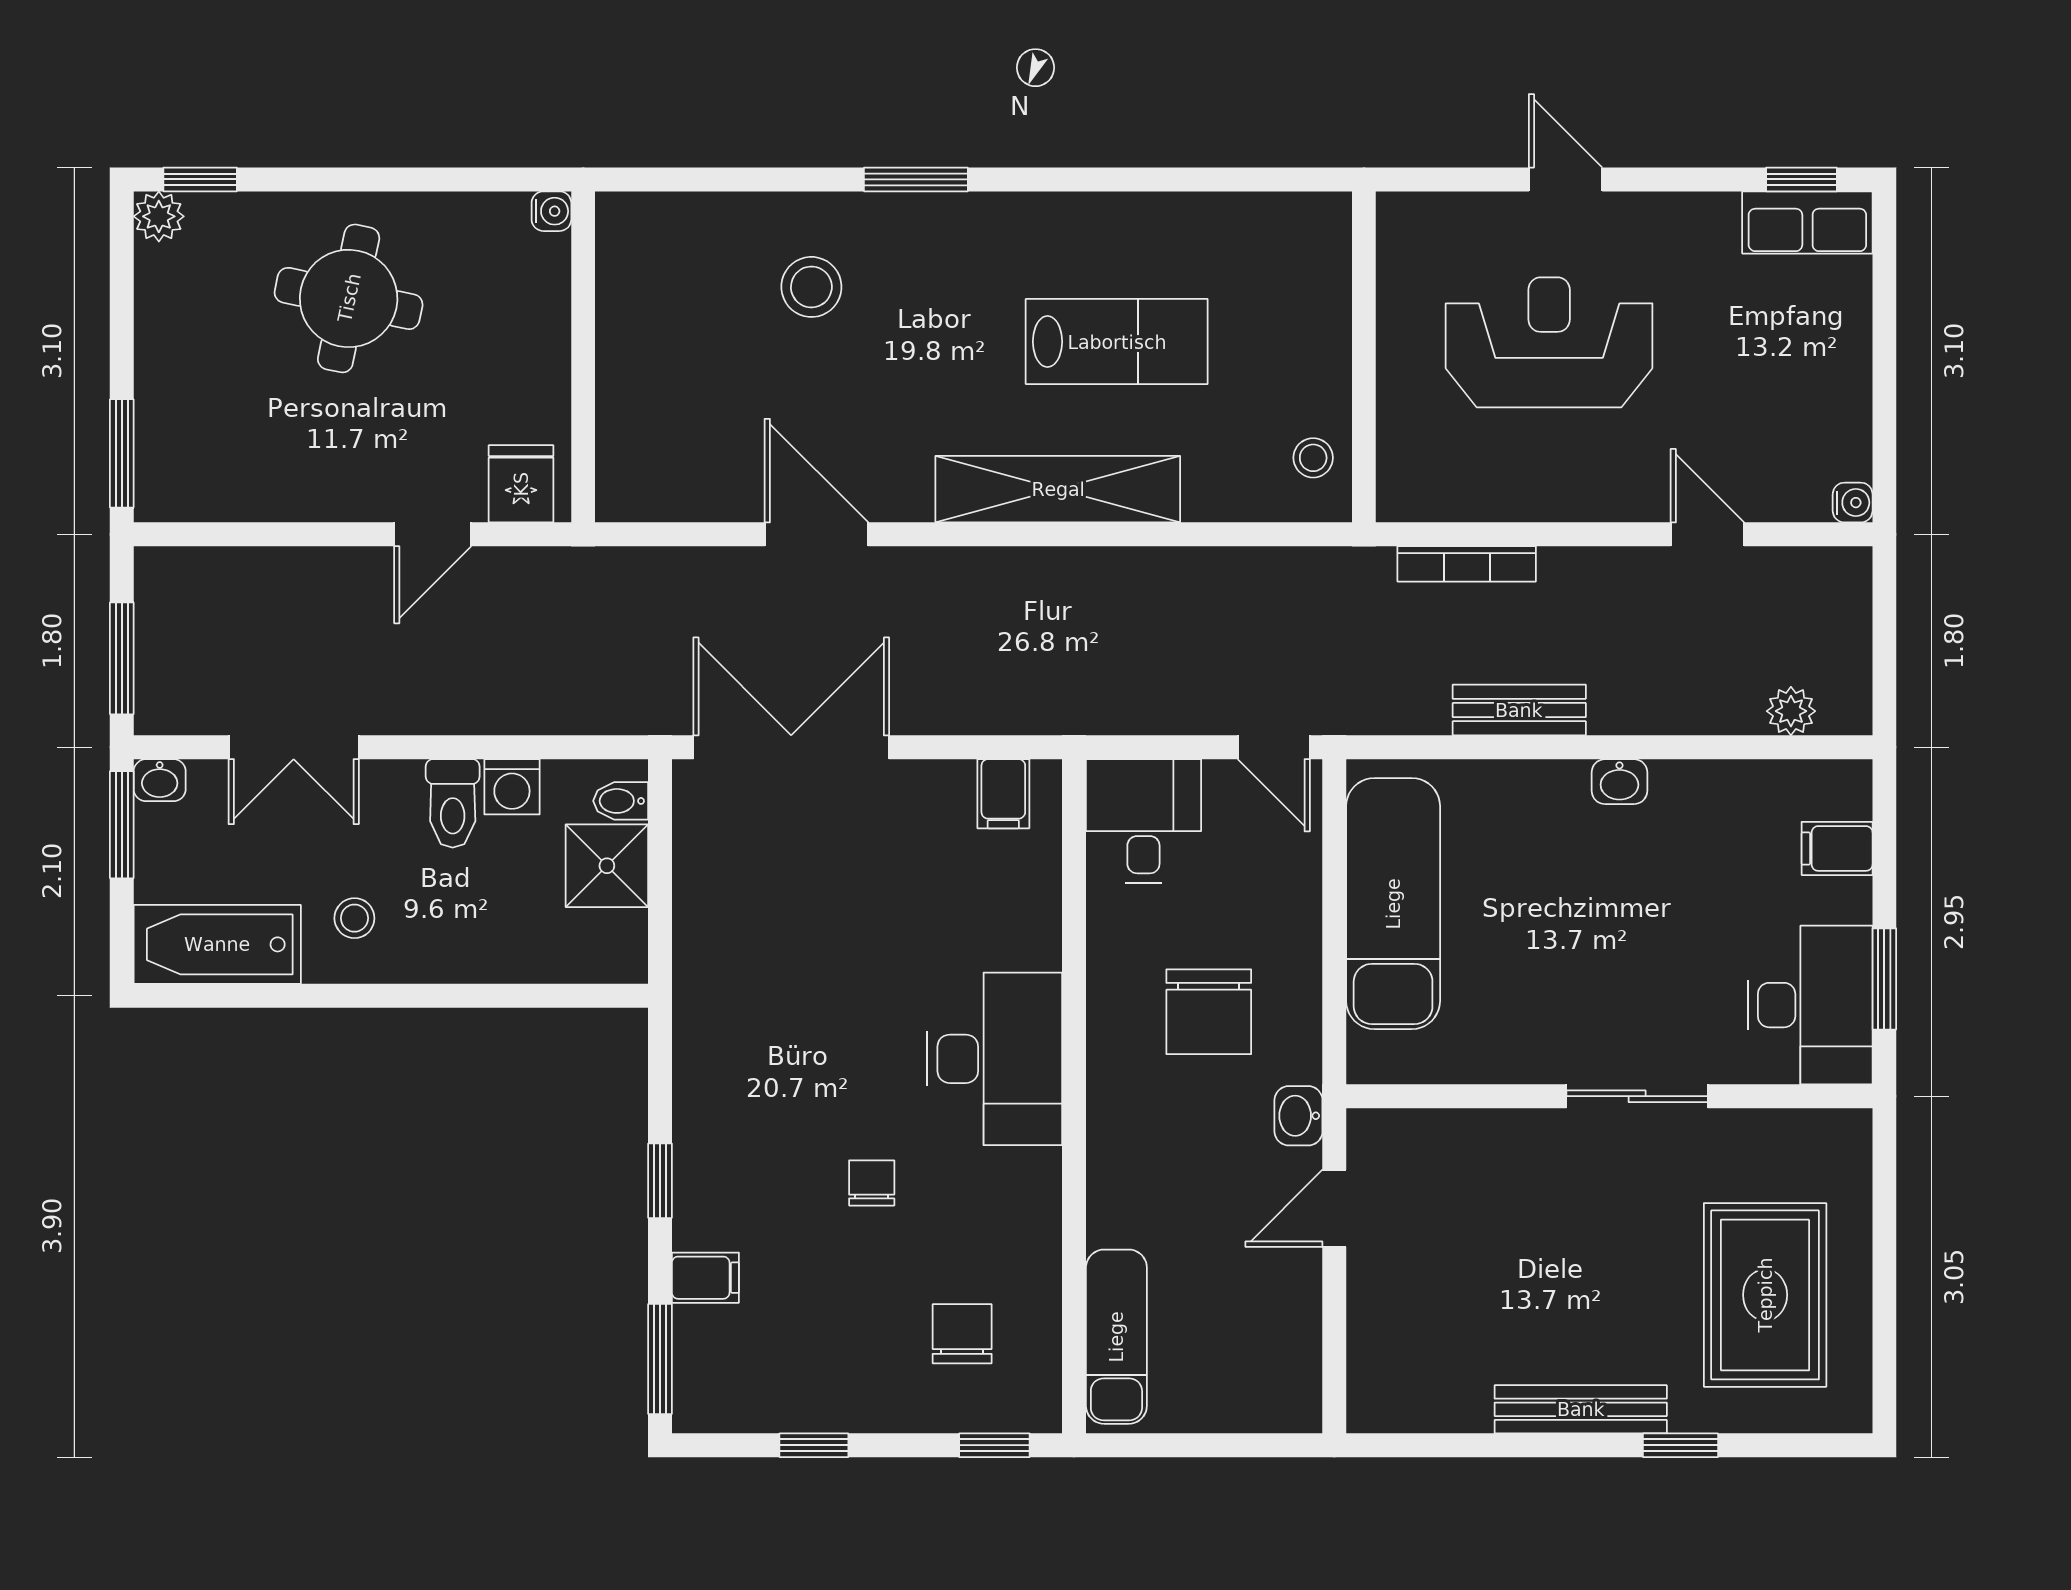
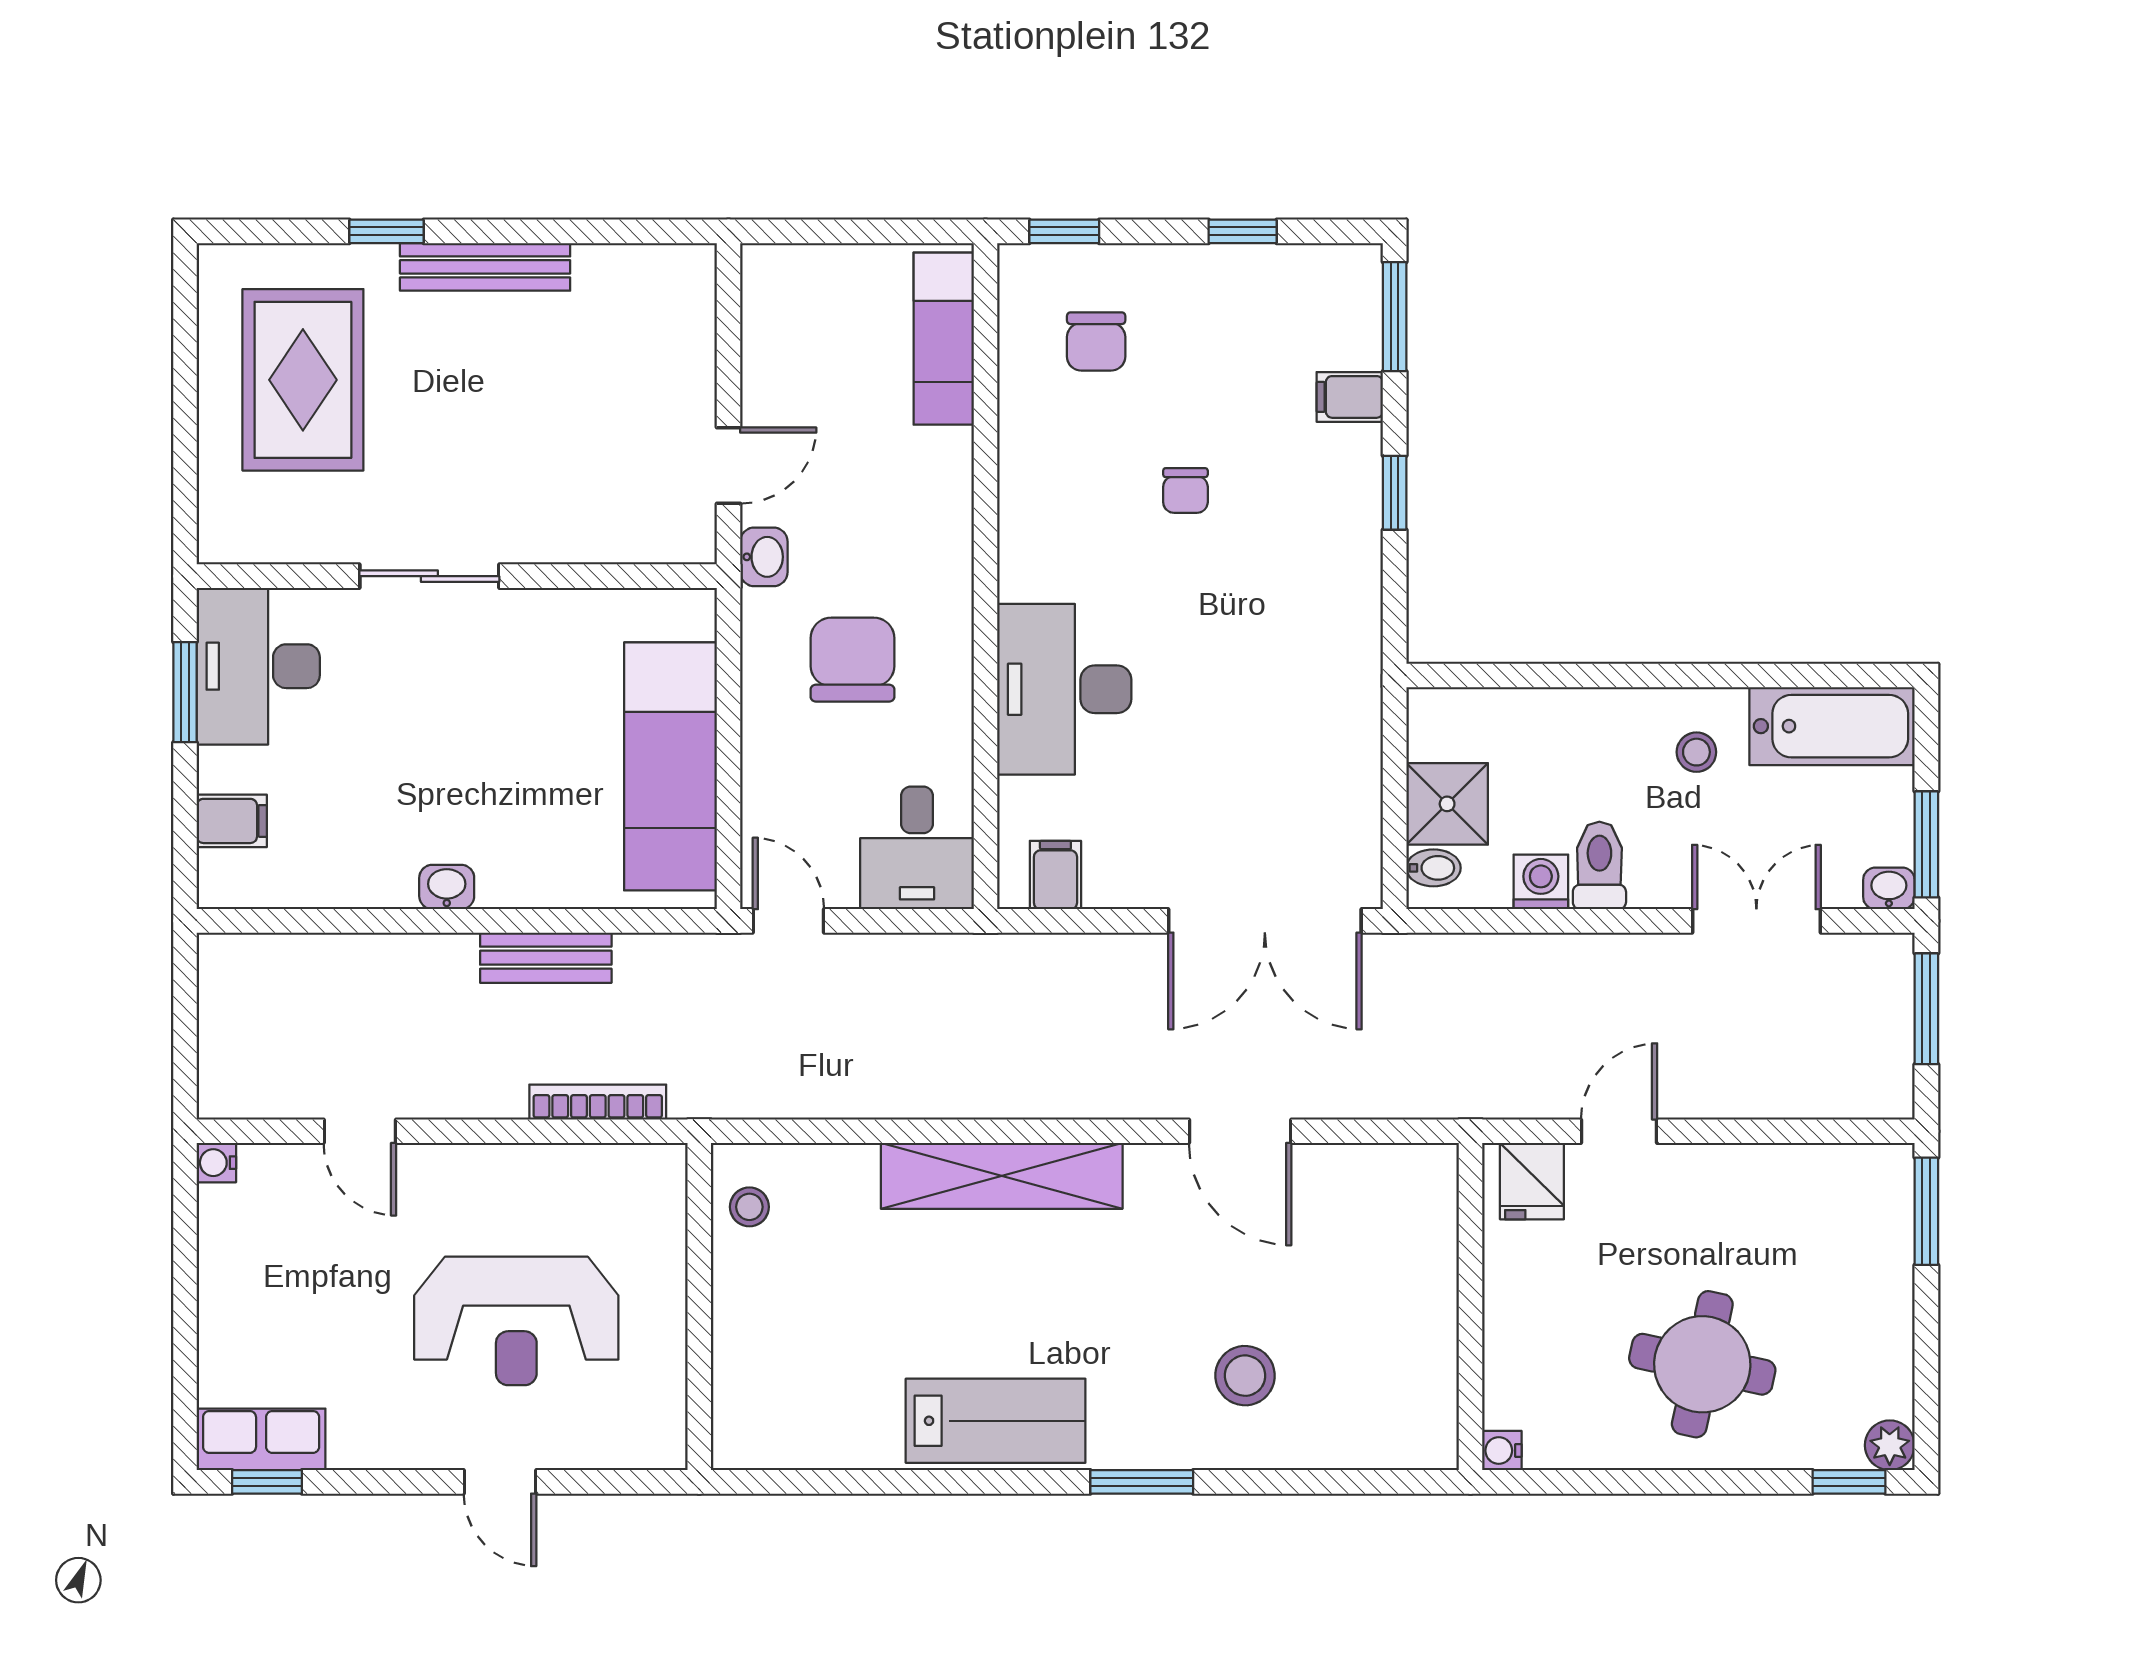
lab bench: (1117, 342) -> (996, 1421), moved, turned 180
plant: (1791, 711) -> (277, 957), removed
desk: (994, 1059) -> (1064, 689), moved

